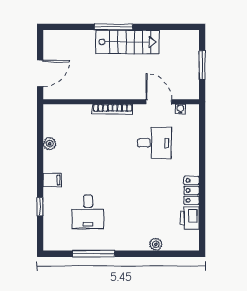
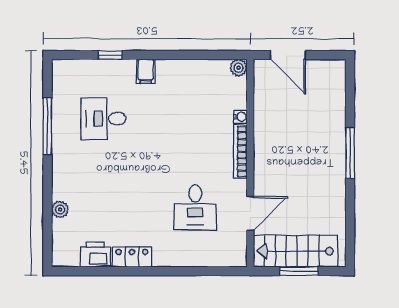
stairs: (127, 42) -> (295, 251), moved, turned 90
water cooler: (180, 109) -> (241, 117), moved
plant: (50, 144) -> (239, 68), moved

